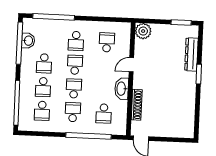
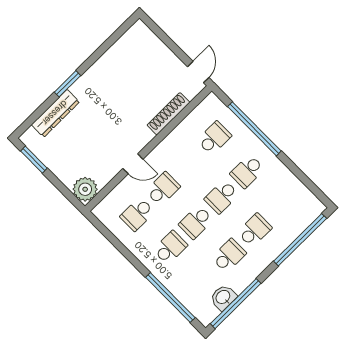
washbasin: (122, 89) -> (169, 147), removed
school desk: (42, 111) -> (163, 189), moved

